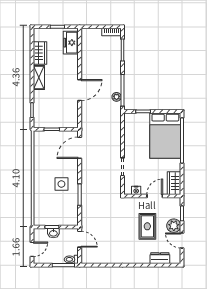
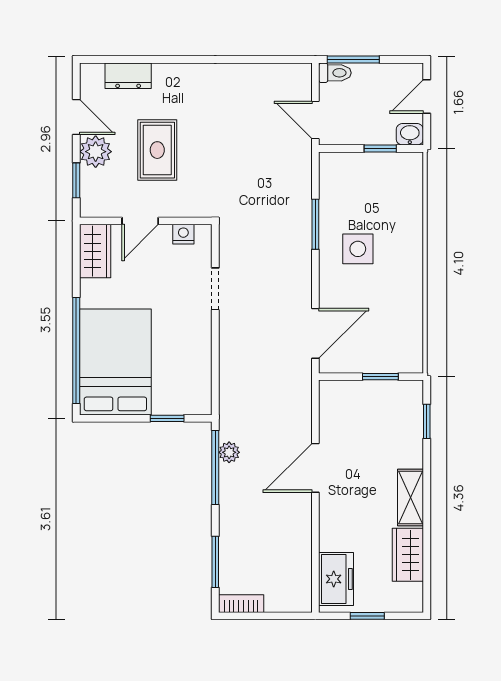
washbasin: (53, 233) -> (410, 134), moved

